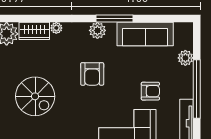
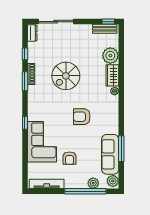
window: (115, 19) -> (121, 149), moved
plant: (97, 30) -> (113, 181), moved
window: (197, 89) -> (85, 191), moved

